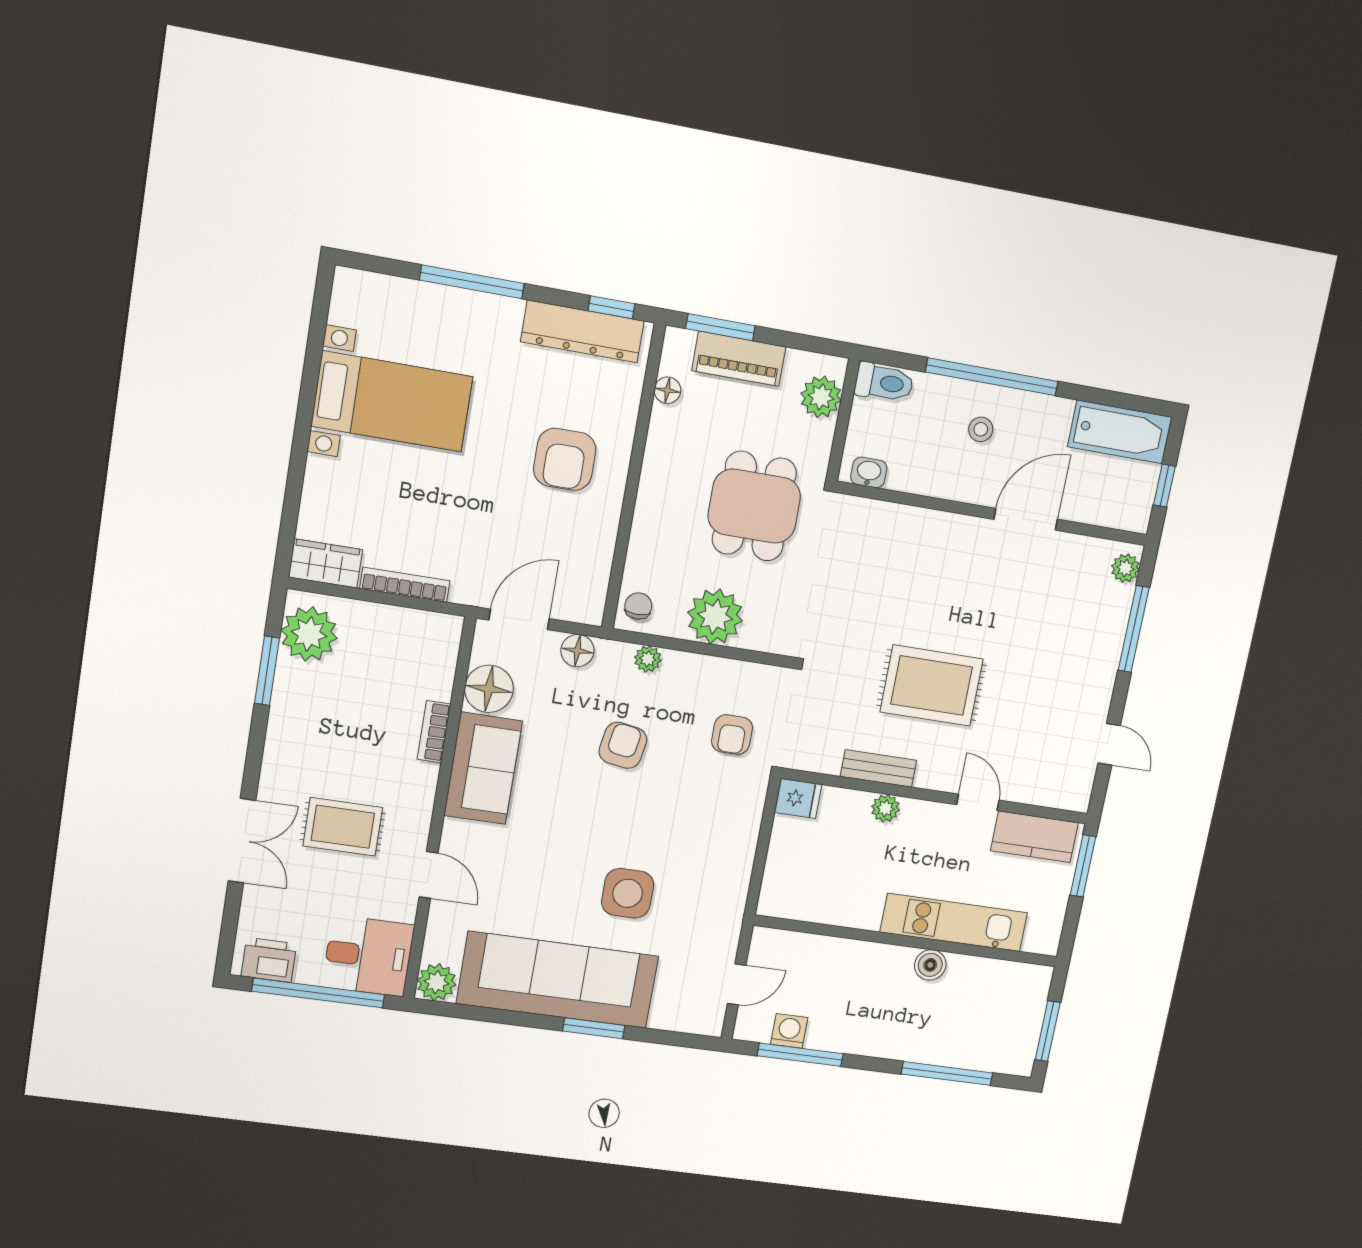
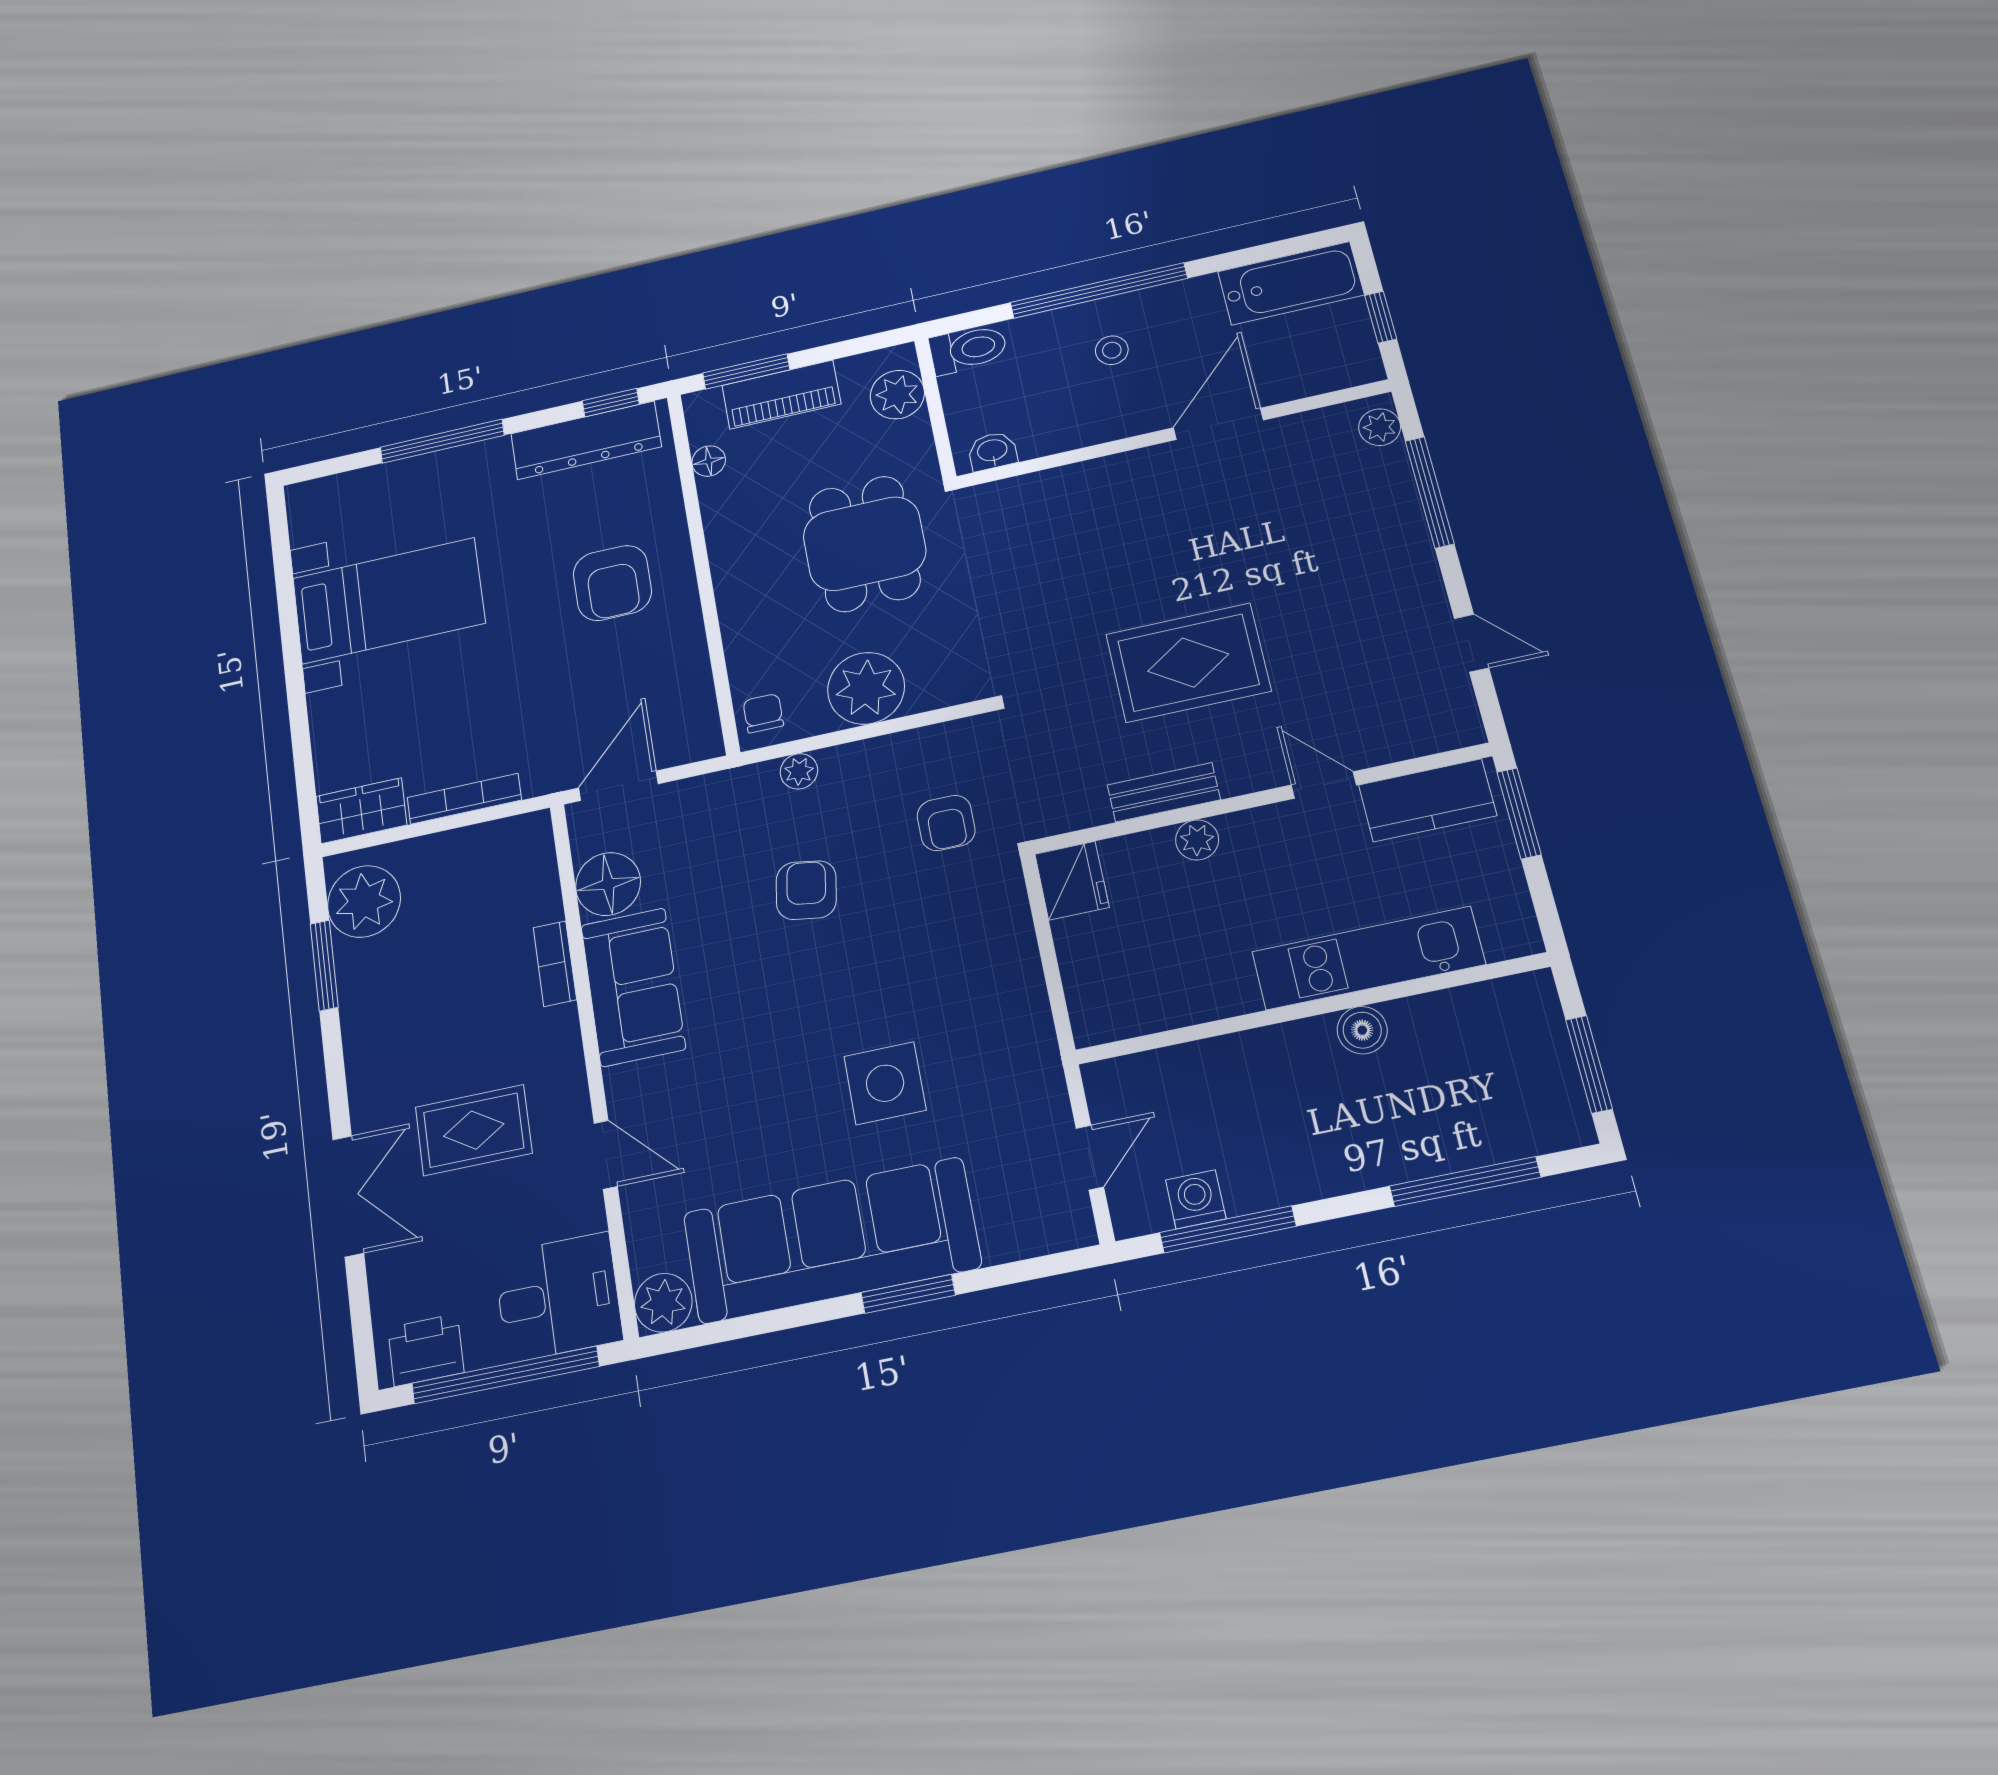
floor lamp: (577, 651) -> (705, 795), removed
fridge: (798, 798) -> (1072, 881), width x1.38

